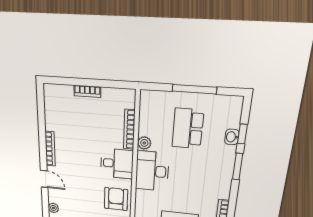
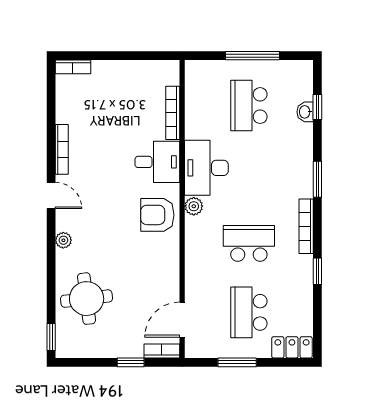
bookcase: (87, 91) -> (73, 67), moved
plant: (144, 143) -> (194, 206), moved
window: (238, 166) -> (317, 179), moved
armchair: (116, 199) -> (157, 215), turned -90

